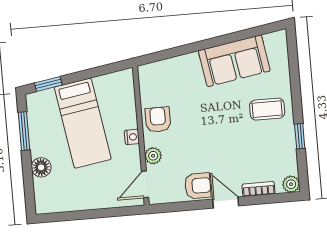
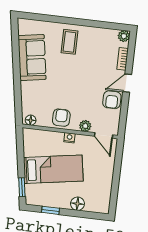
floor lamp: (145, 77) -> (31, 120), added
armchair: (158, 120) -> (61, 118), turned 90
window: (24, 131) -> (50, 210), width x0.67
window: (300, 136) -> (93, 24), removed
armchair: (198, 186) -> (112, 100), turned 180

